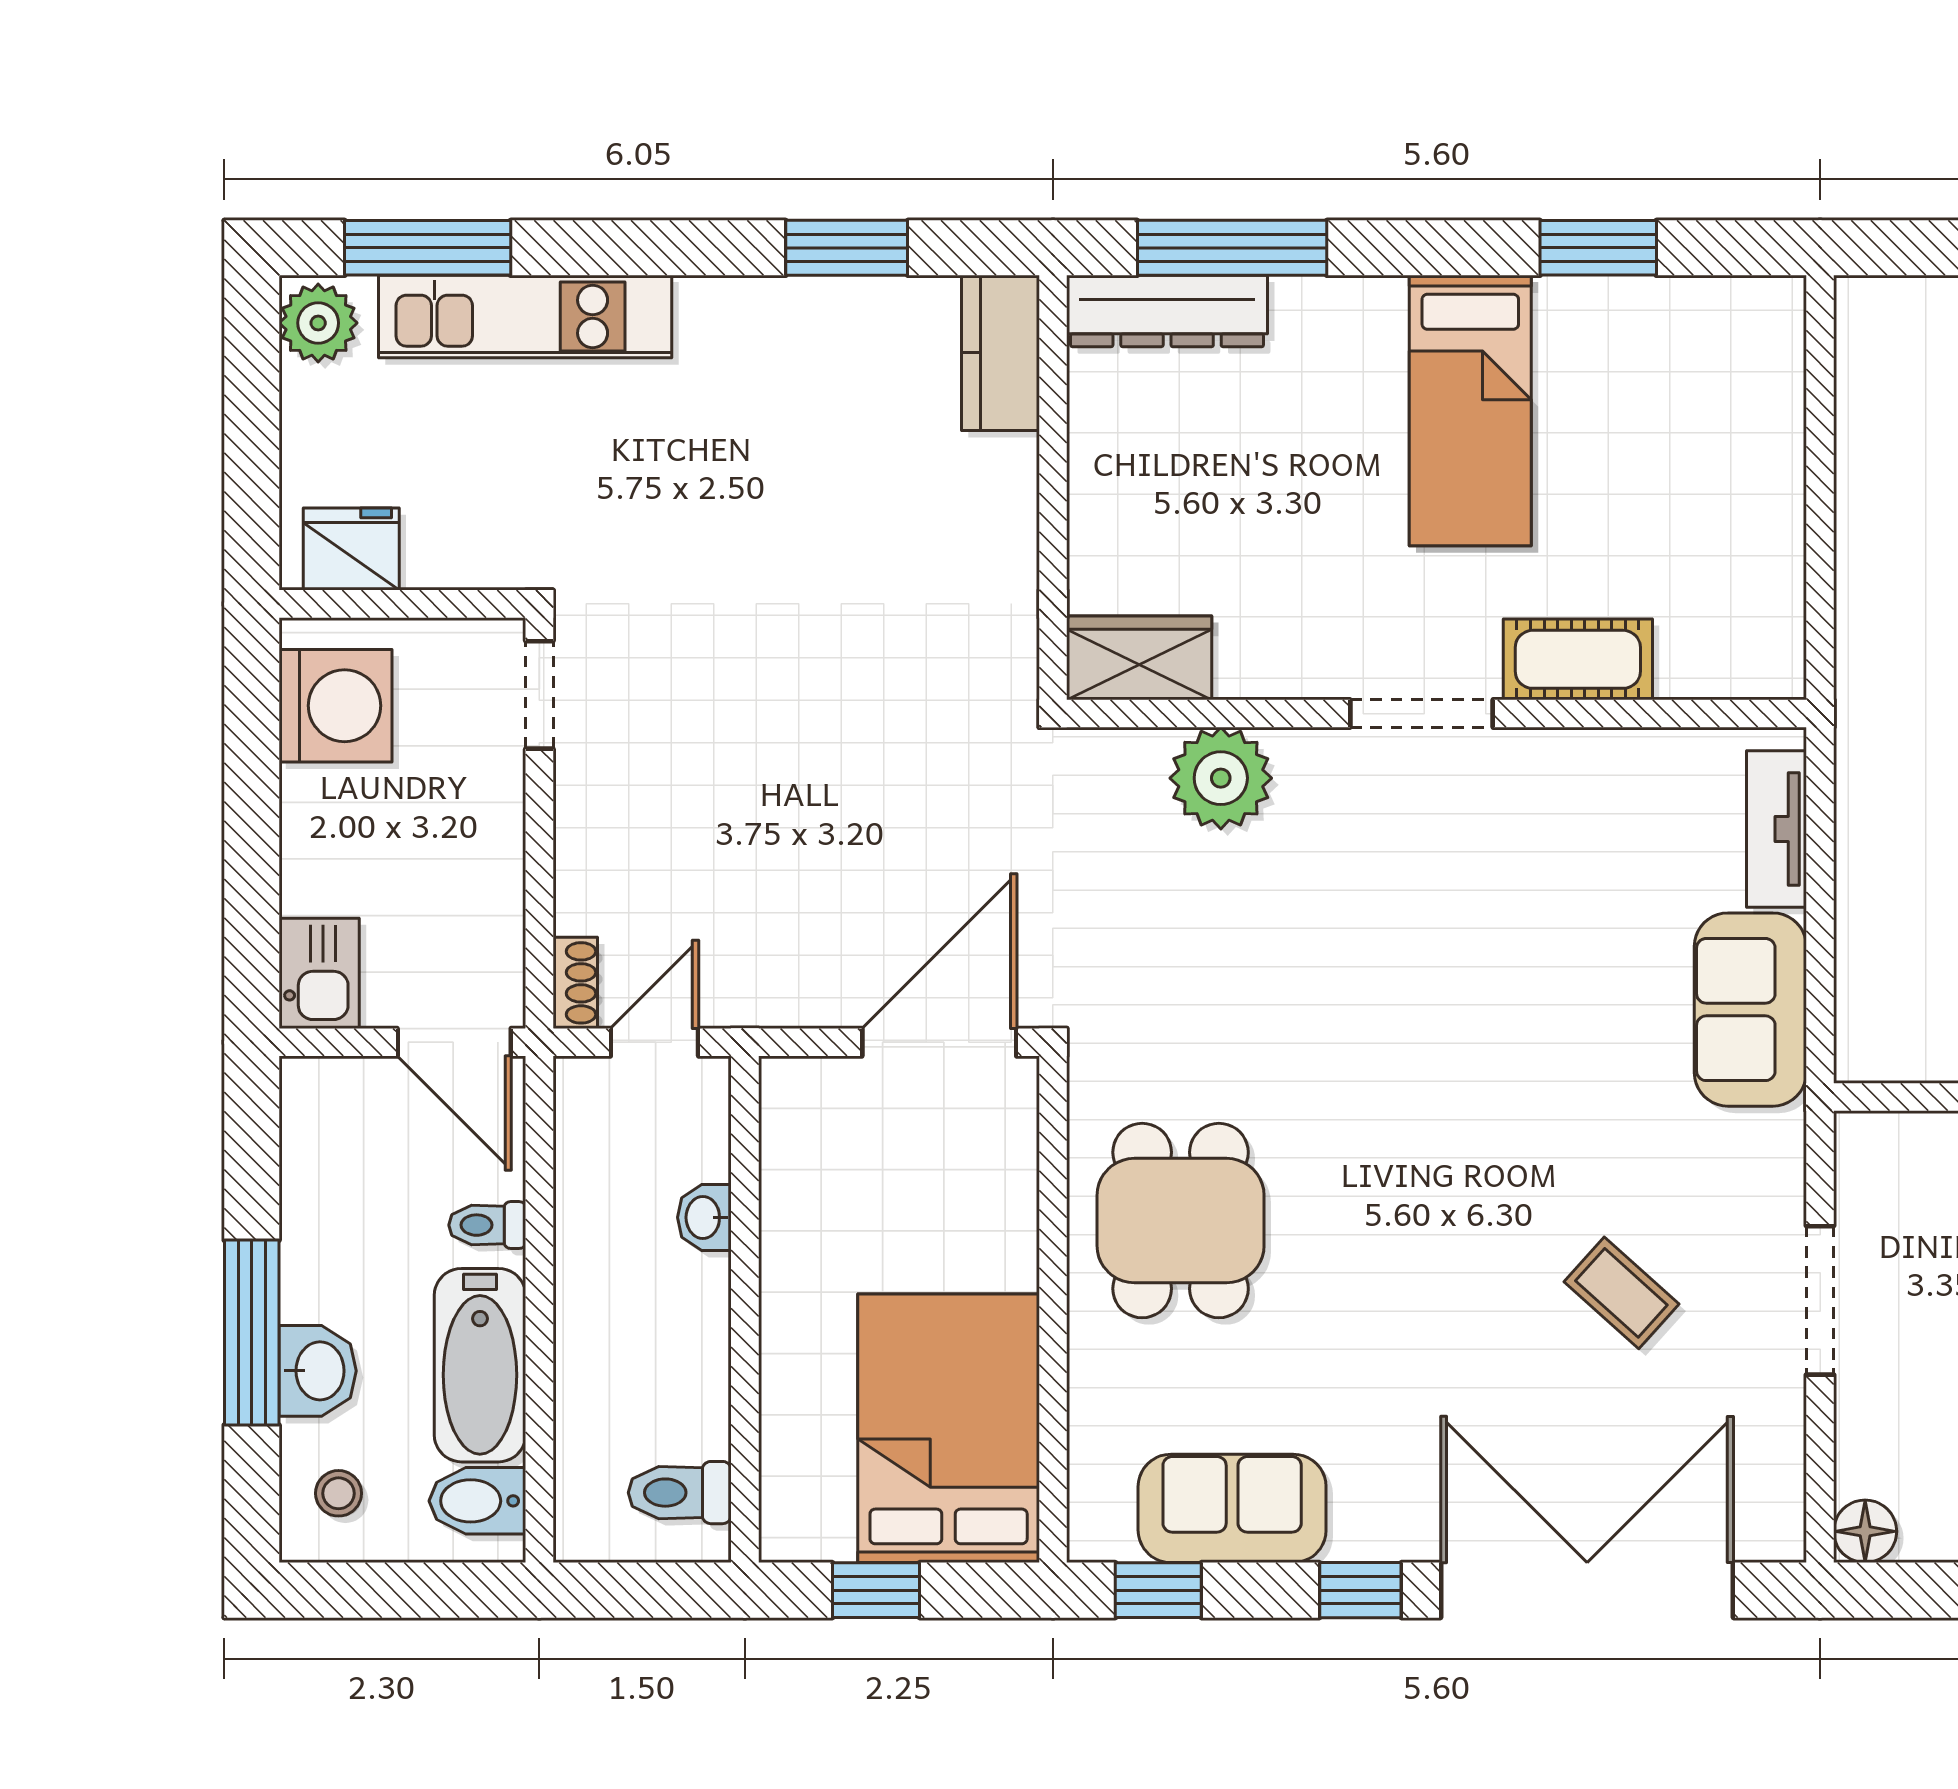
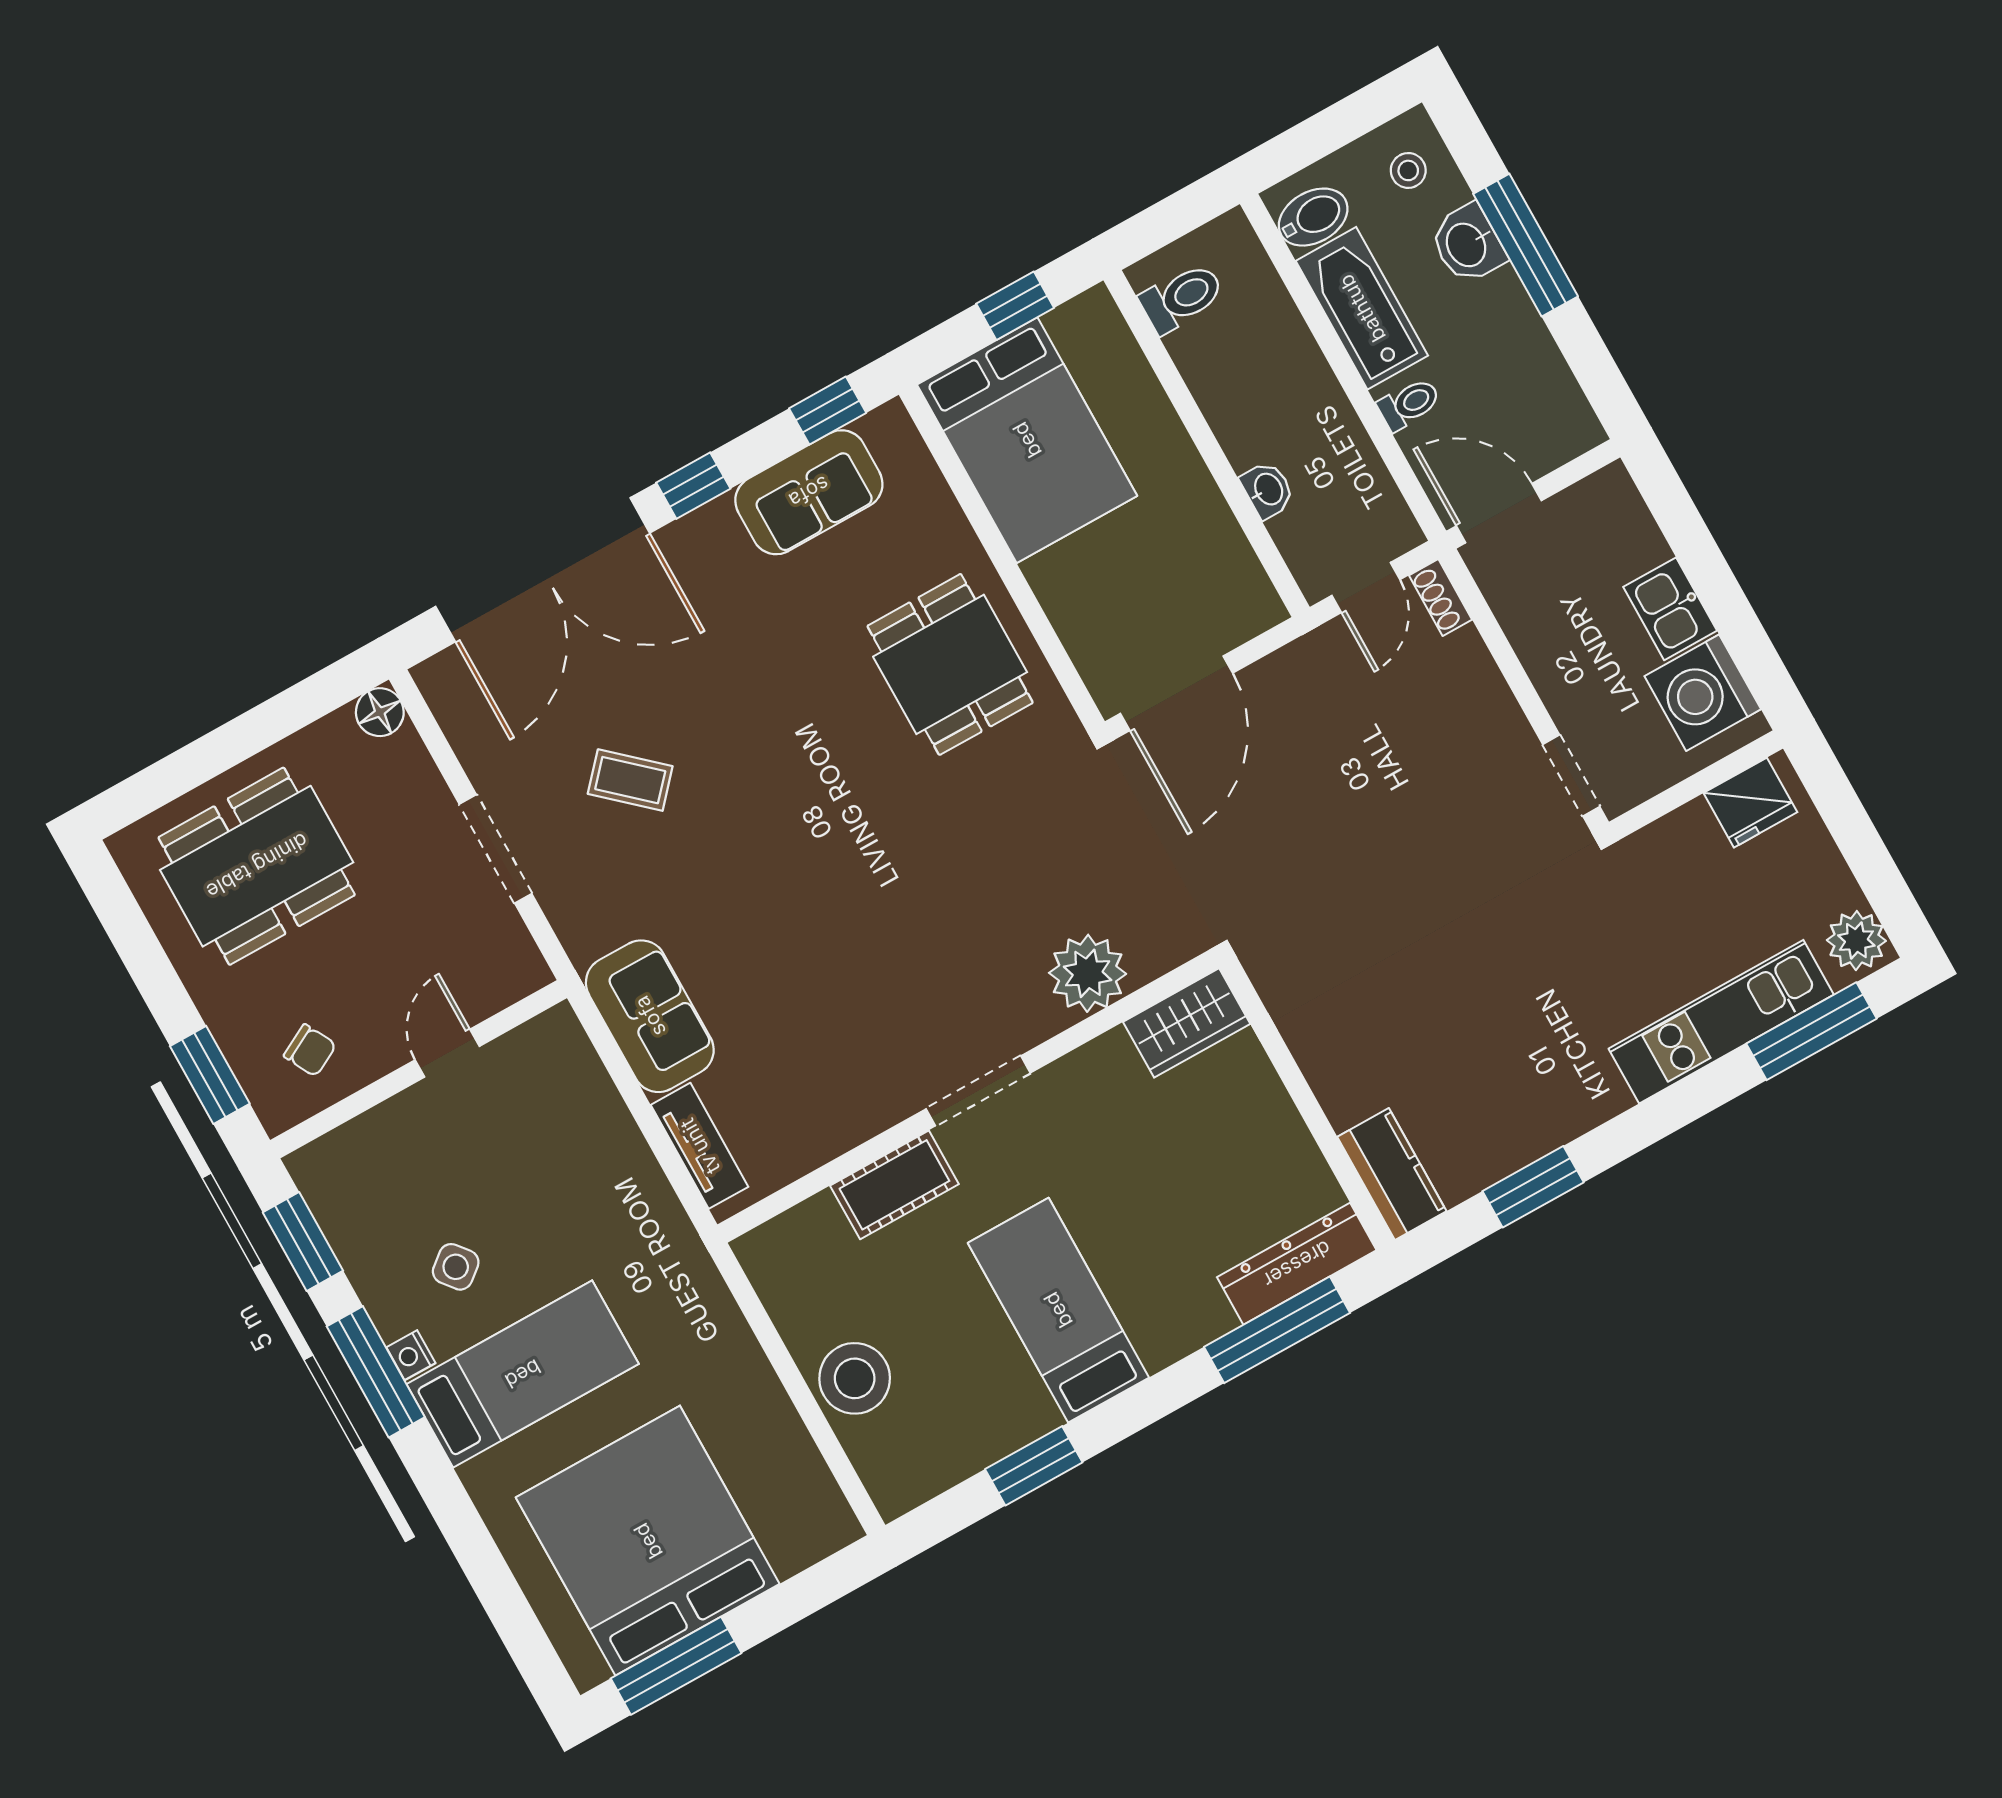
stool: (1748, 463) -> (855, 1378), added
kitchen sink: (319, 973) -> (1670, 609), moved

